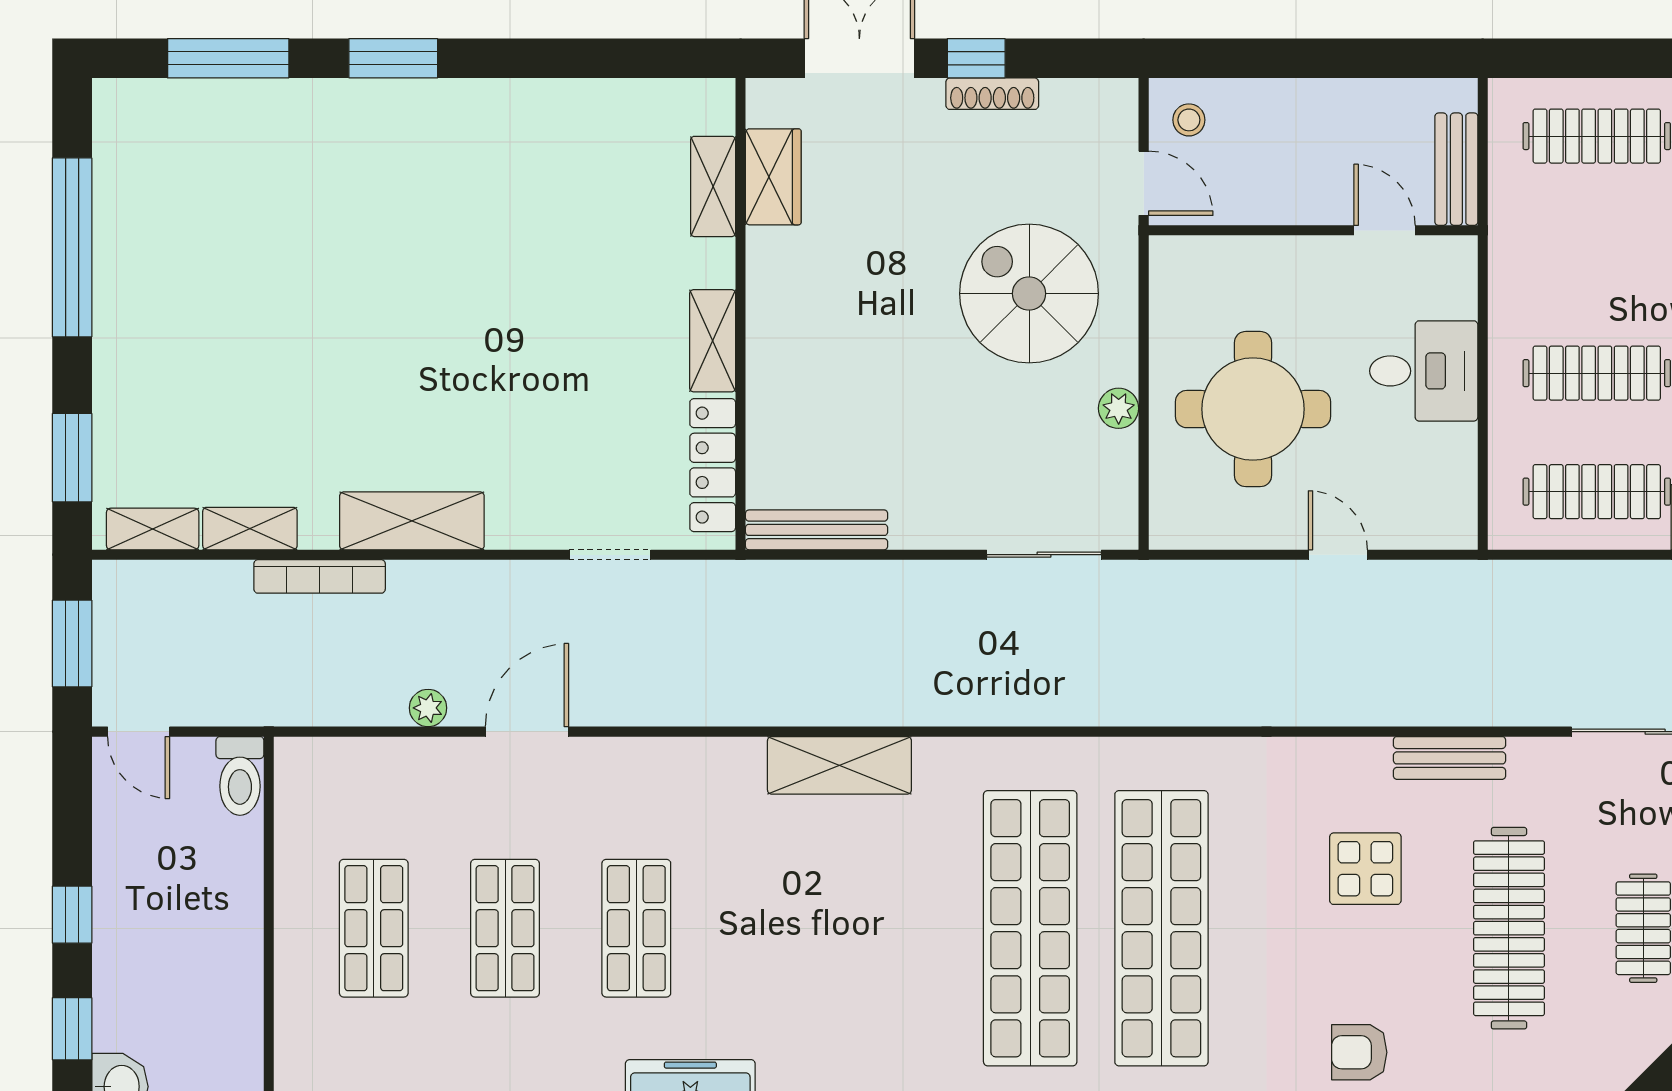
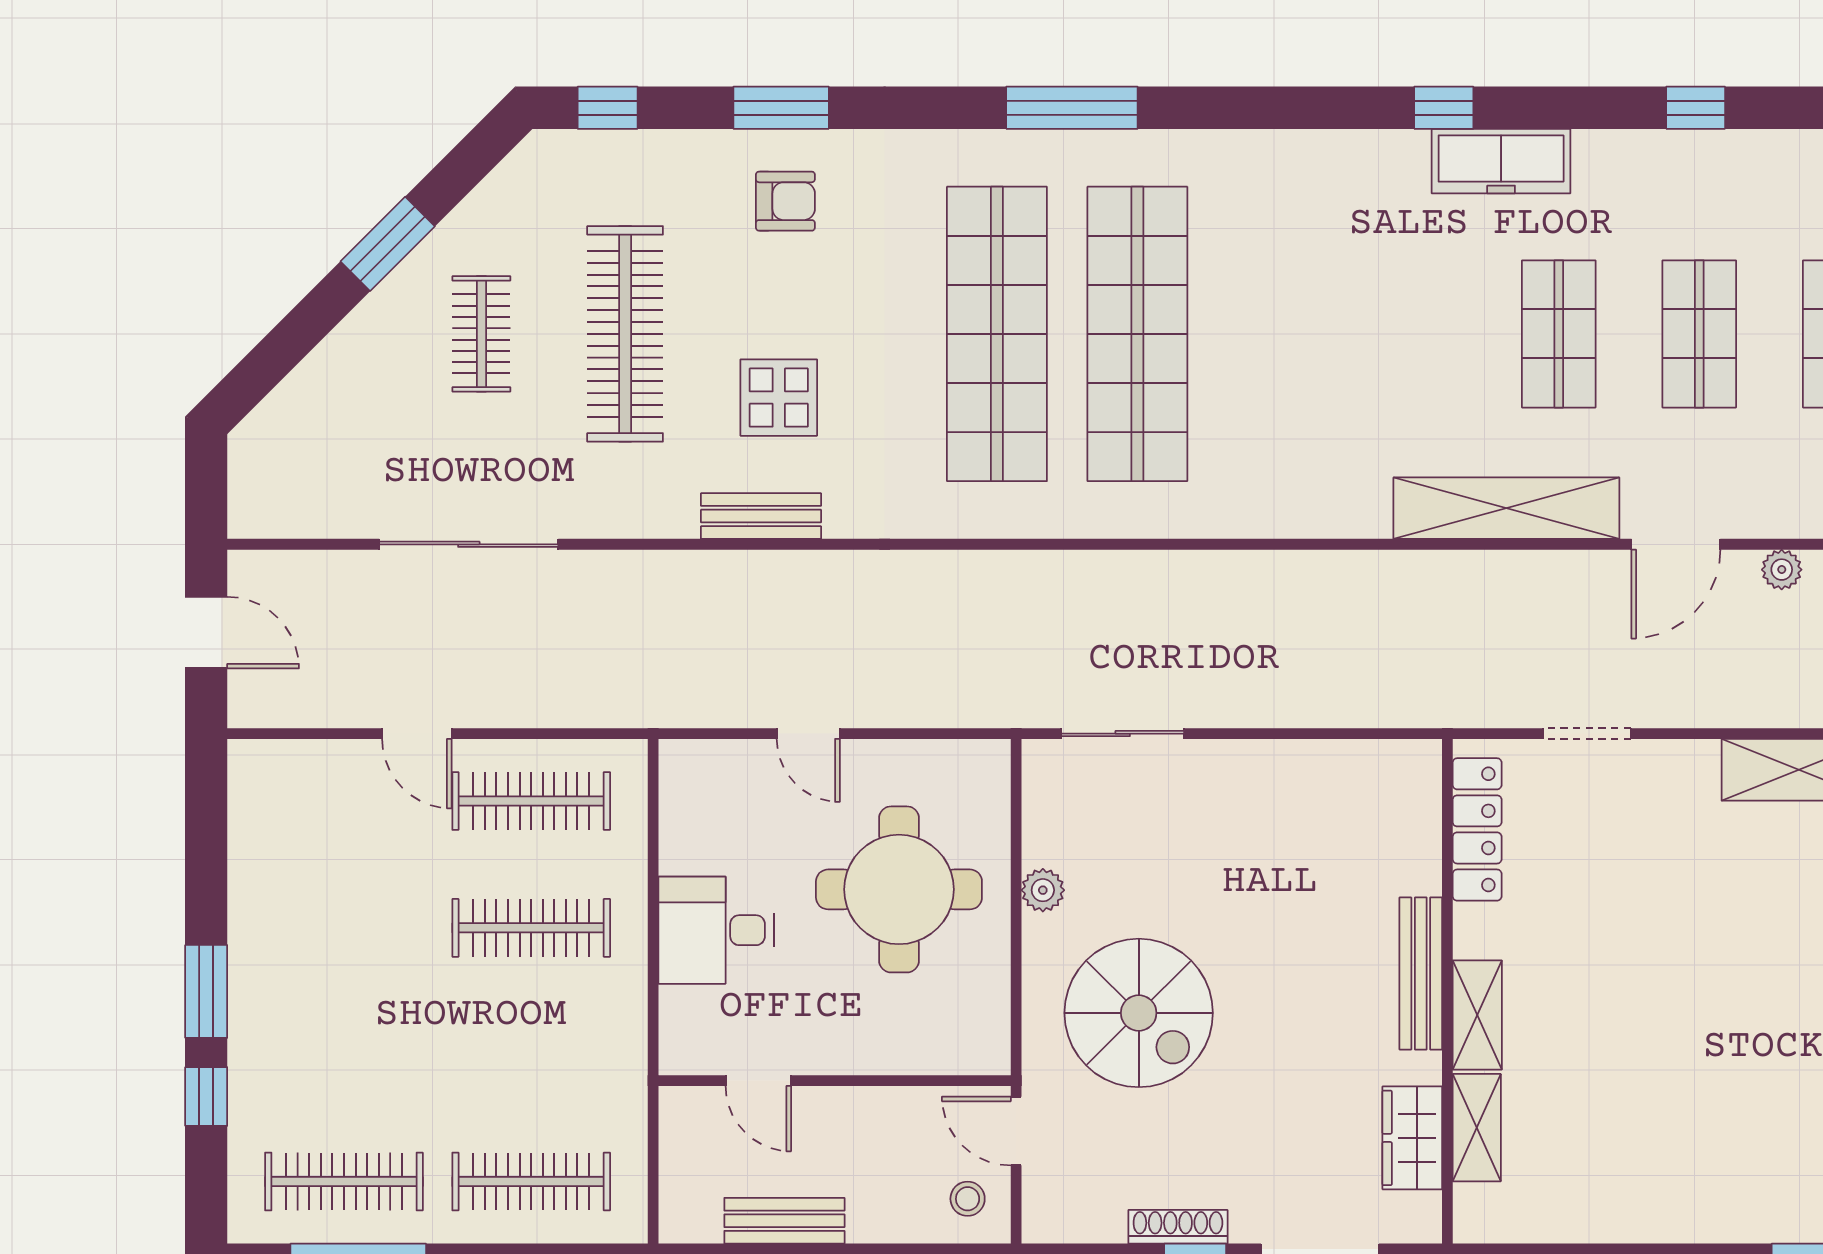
bench: (1456, 169) -> (784, 1221), moved, turned 90
shelving: (713, 341) -> (1477, 1015), moved
bench: (817, 530) -> (1421, 973), moved, turned 90
bench: (1450, 758) -> (761, 516), moved
shelving: (839, 765) -> (1506, 508), moved, width x1.47

